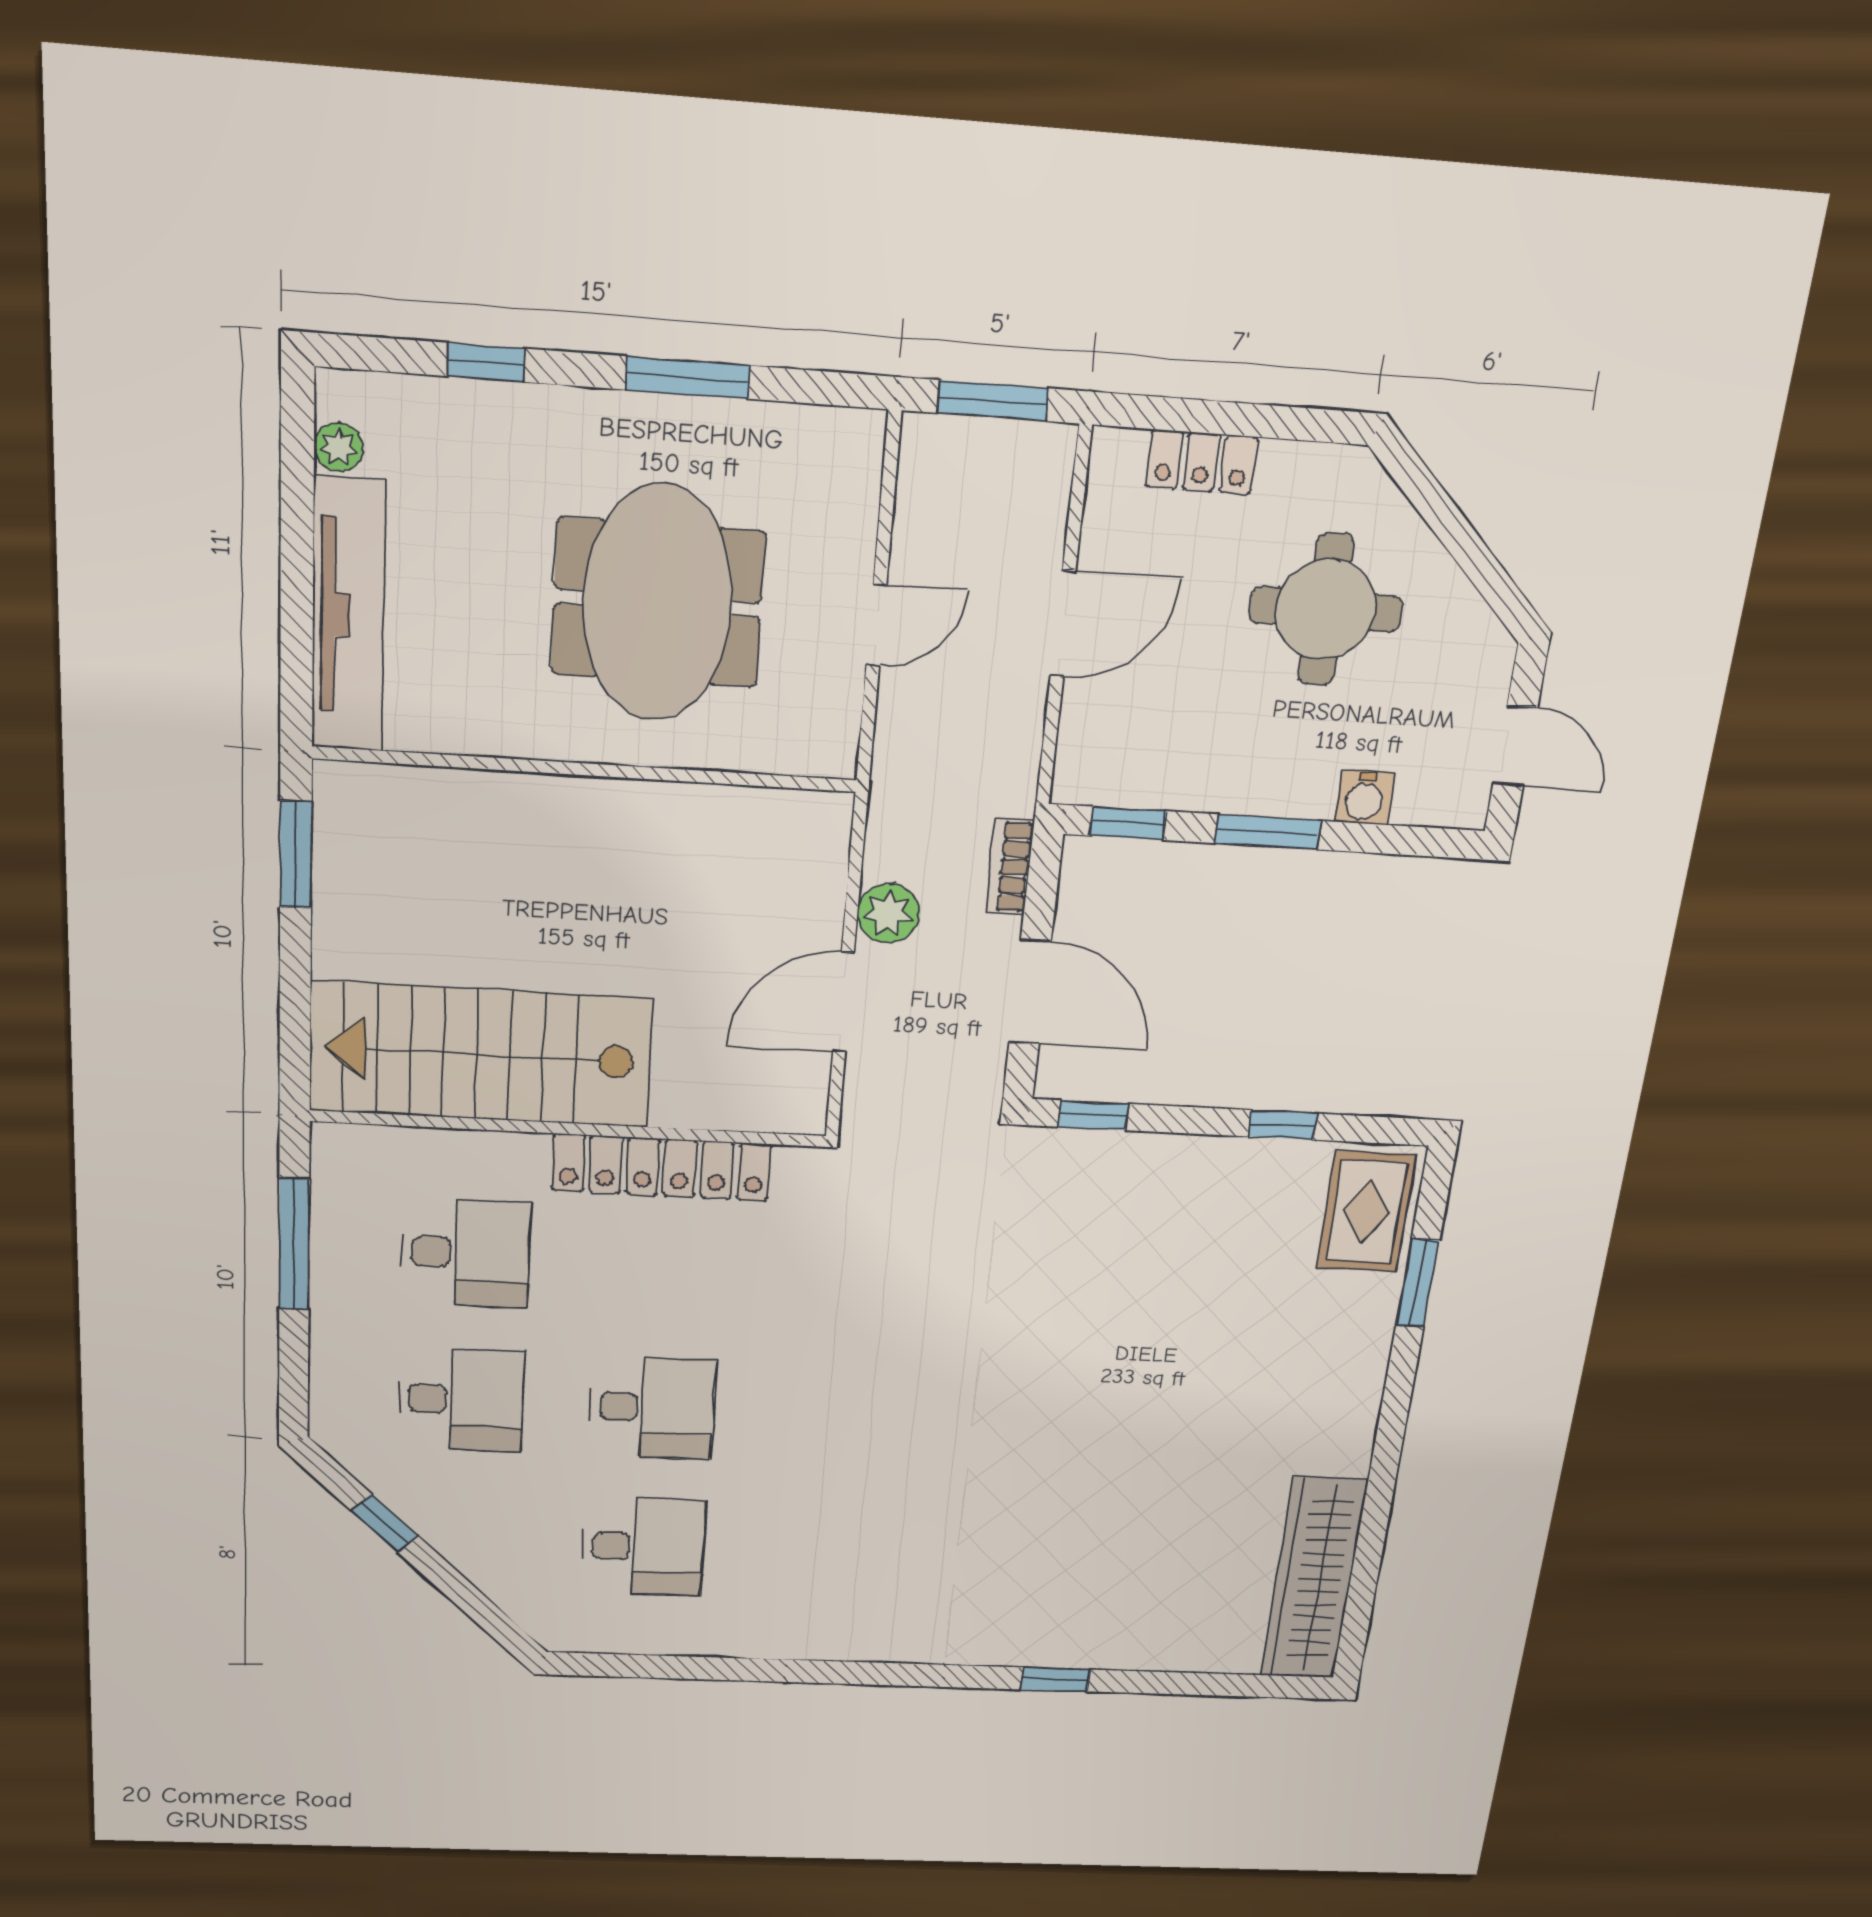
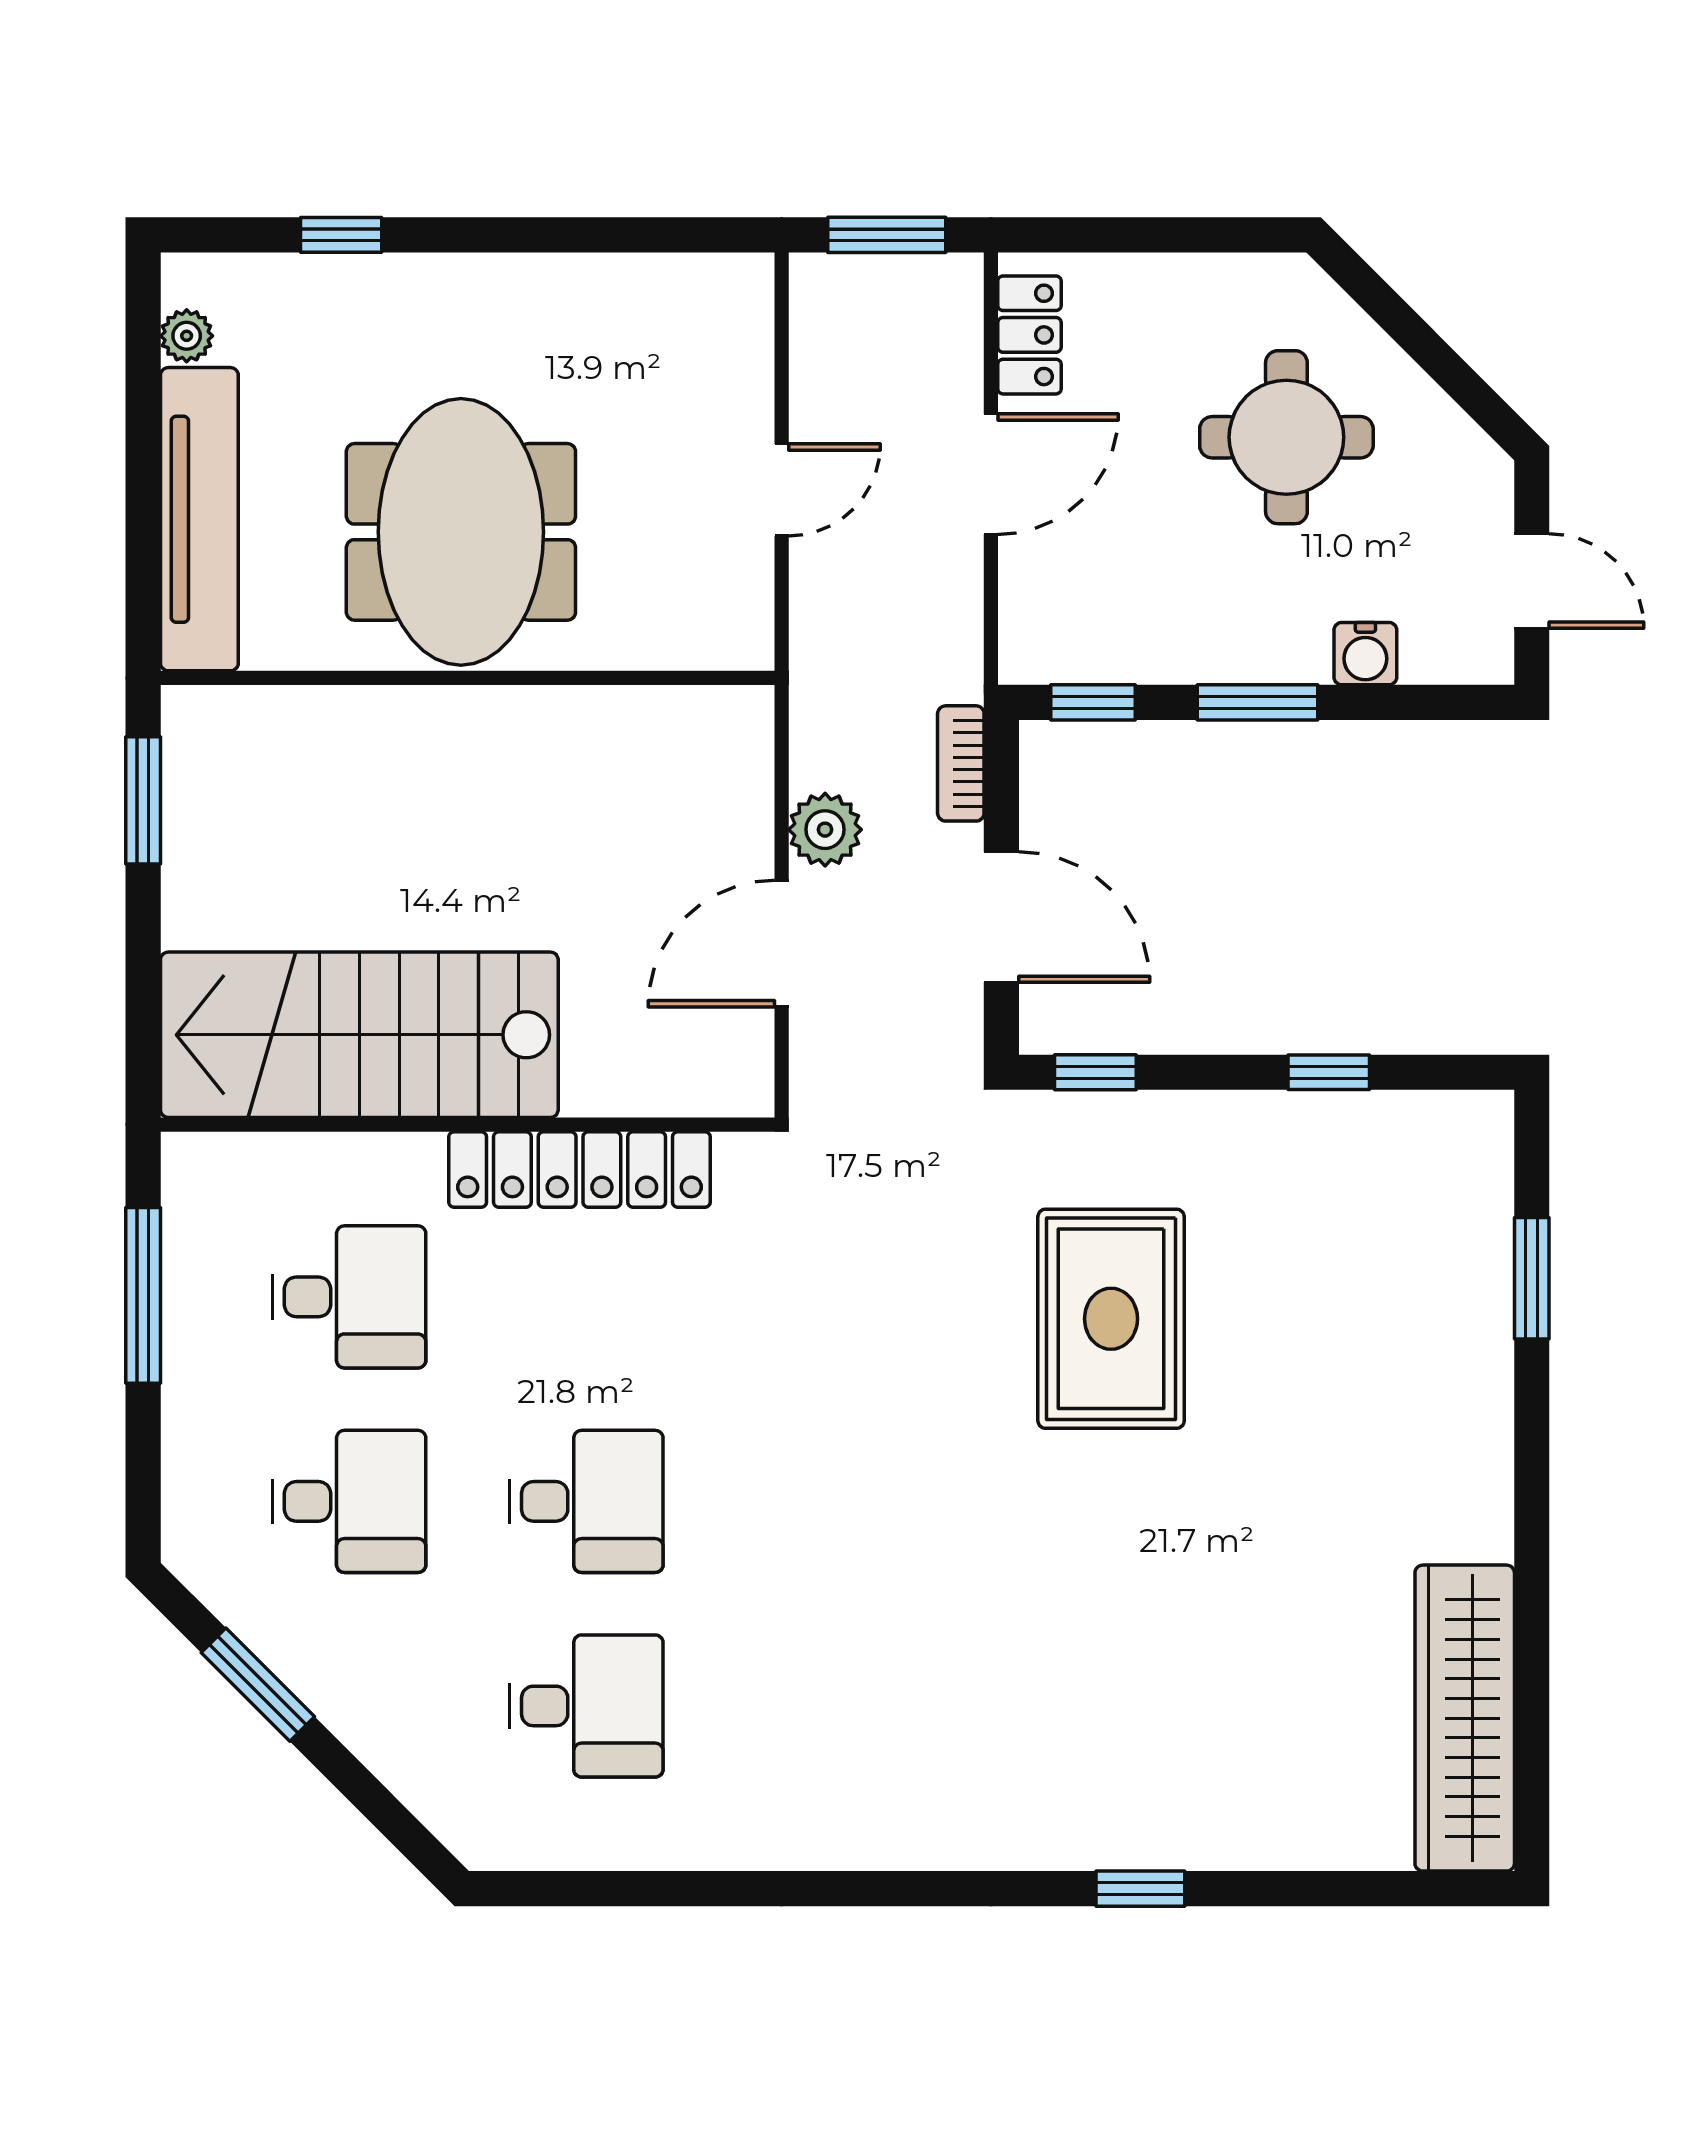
window: (688, 378) -> (556, 235), removed
locker: (1201, 462) -> (1029, 335), moved, turned -90
meeting table: (658, 603) -> (461, 532), moved
rug: (1367, 1211) -> (1111, 1319), moved, width x1.36, depth x1.43
window: (385, 1523) -> (258, 1685), width x1.50

